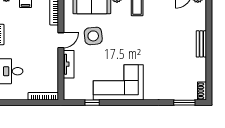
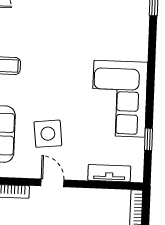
tv unit: (69, 64) -> (109, 173), moved

